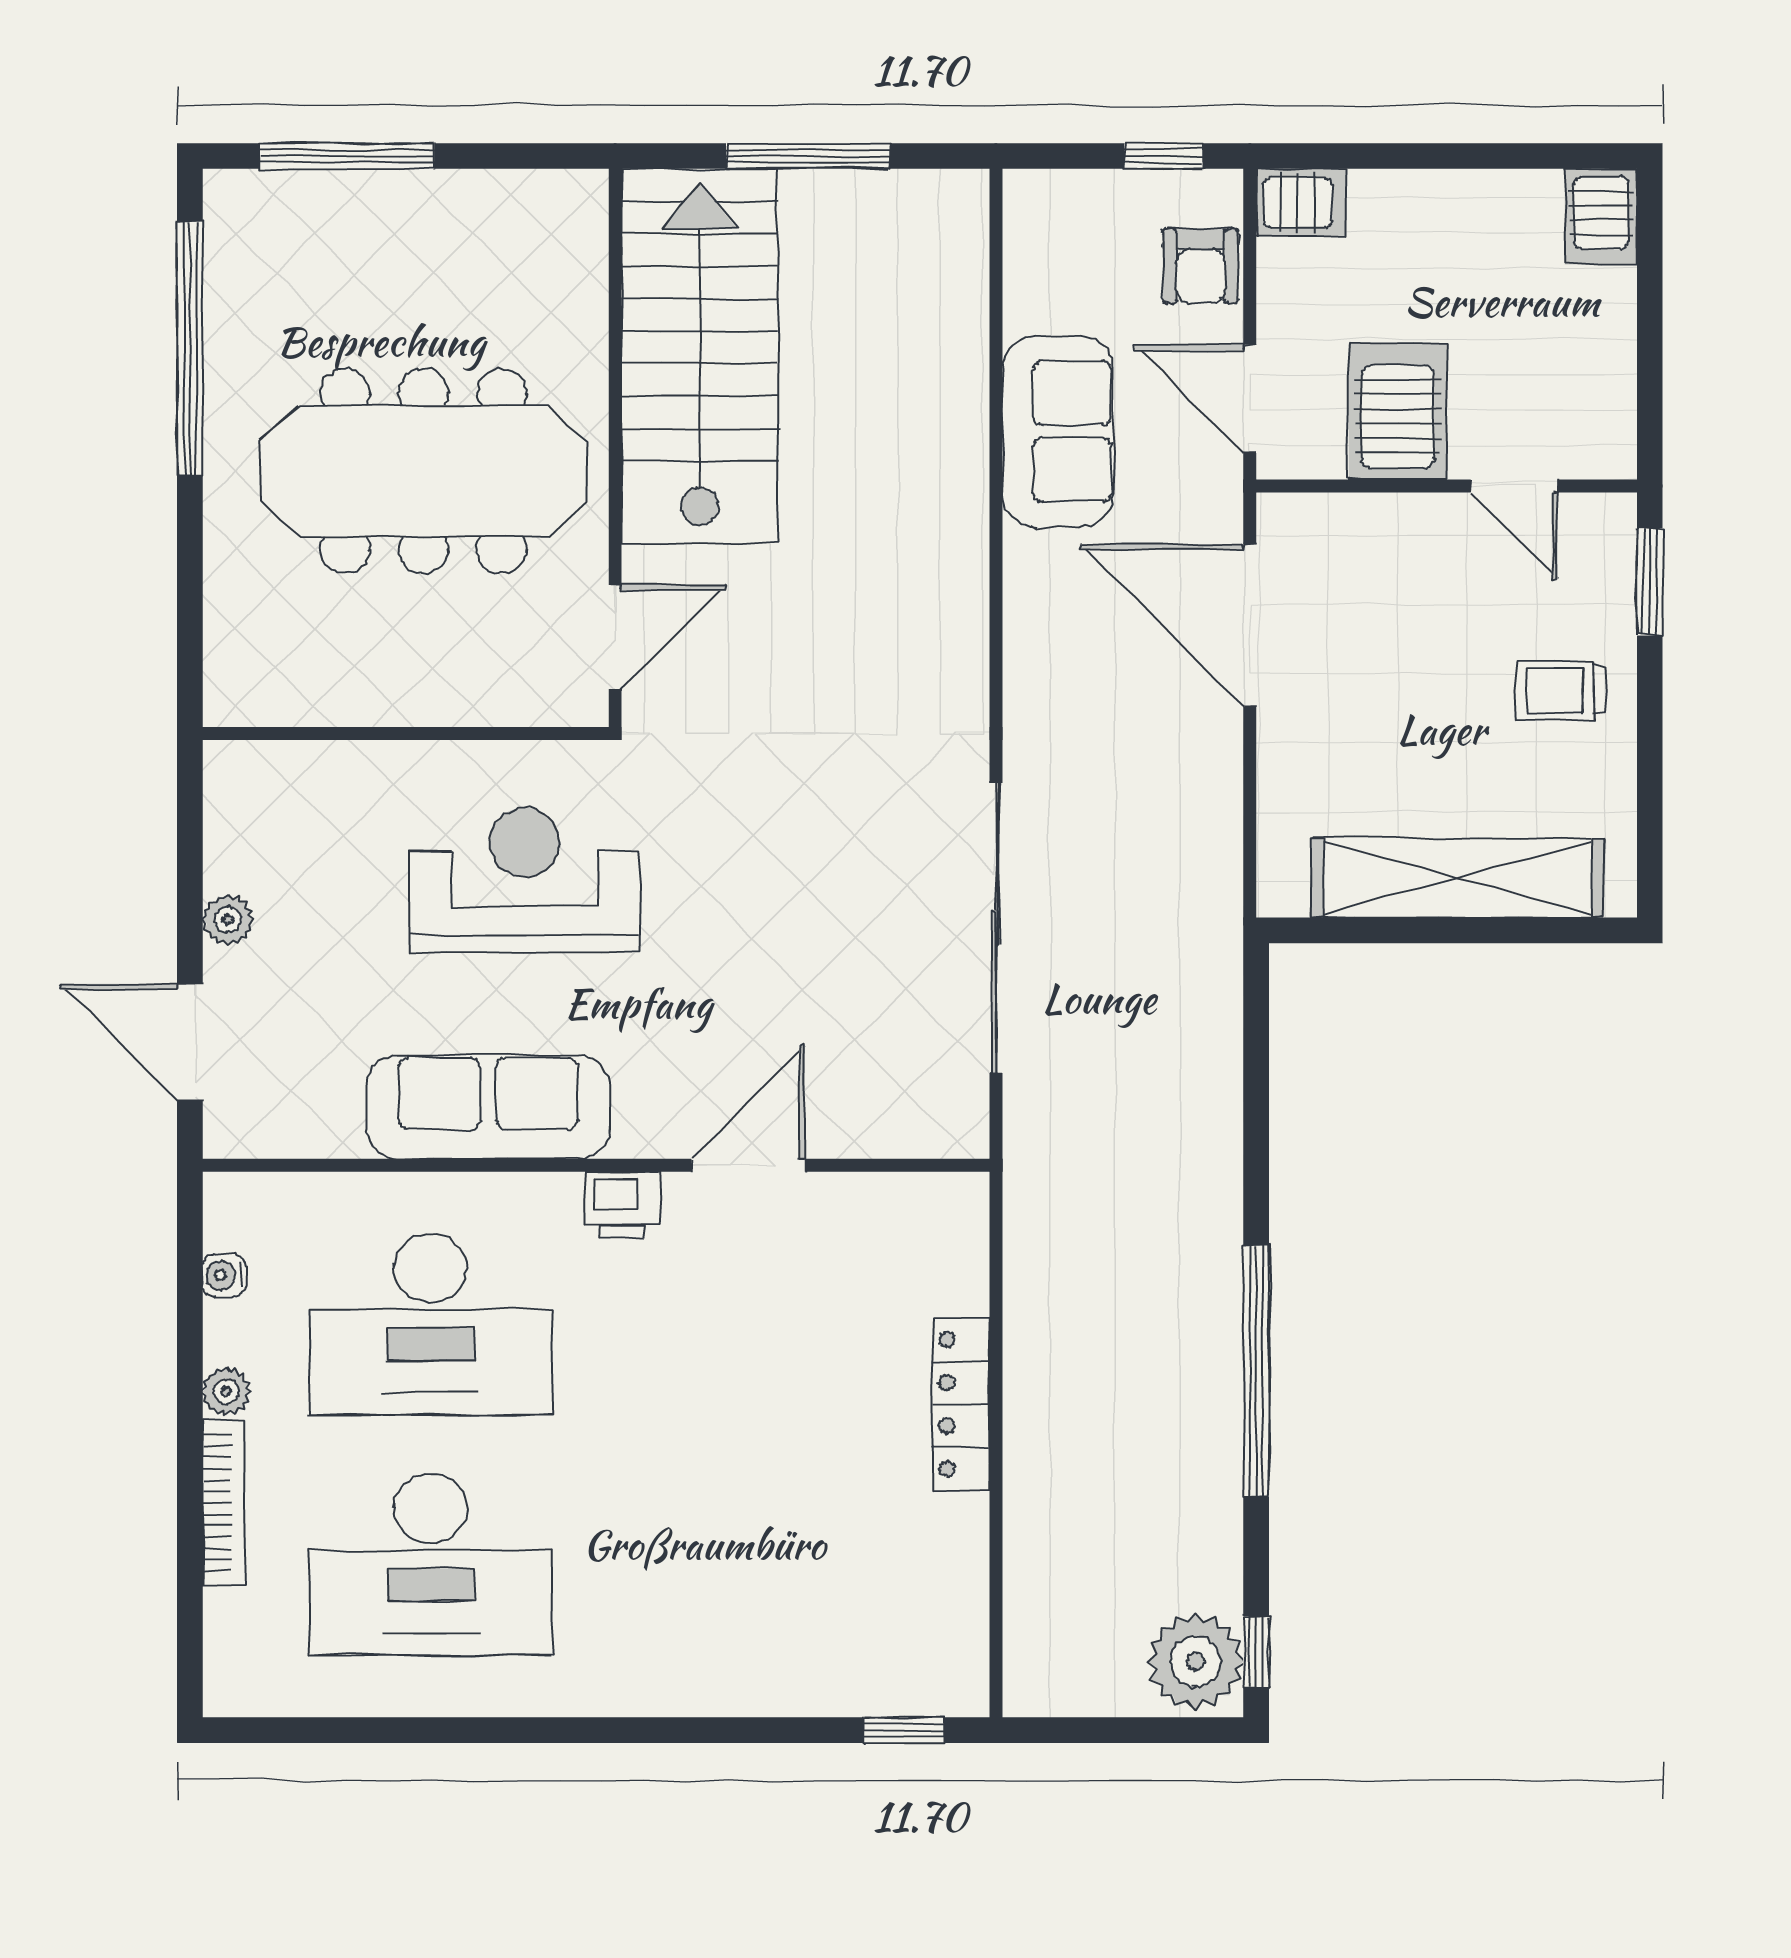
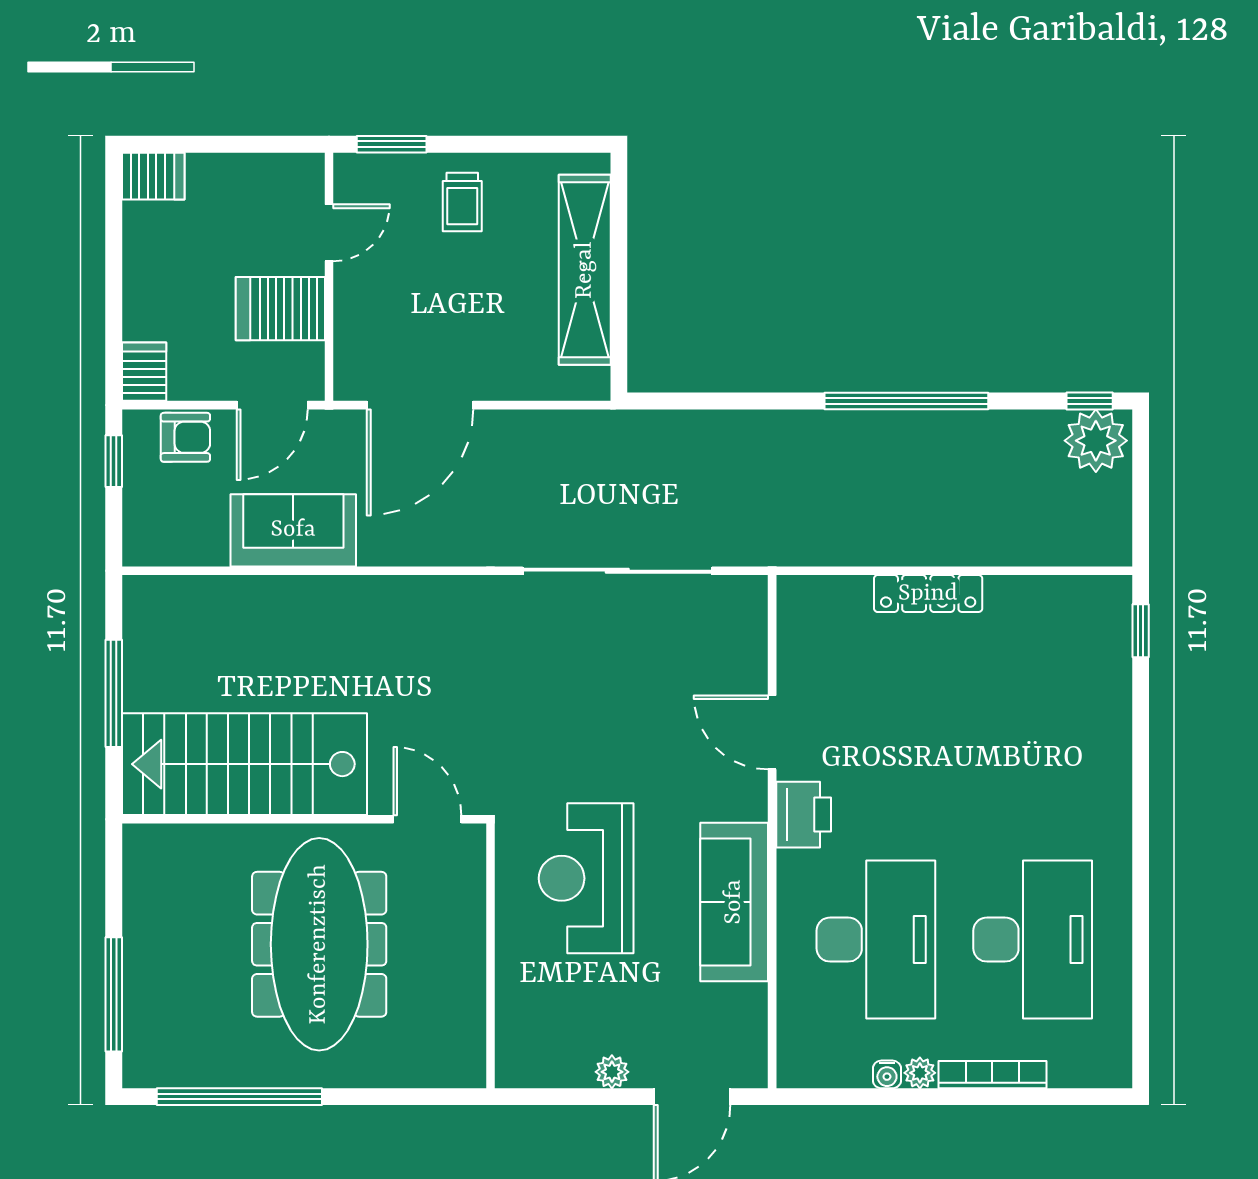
printer: (622, 1205) -> (804, 815), width x1.36, depth x1.24
water cooler: (224, 1275) -> (887, 1074), moved

